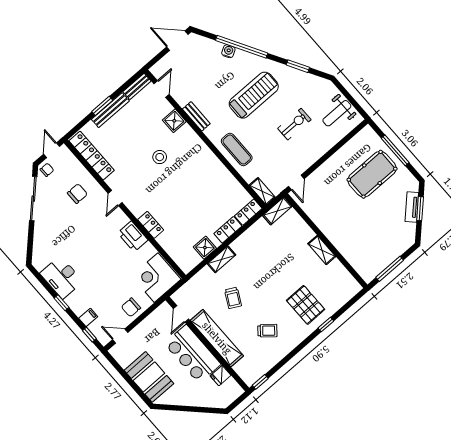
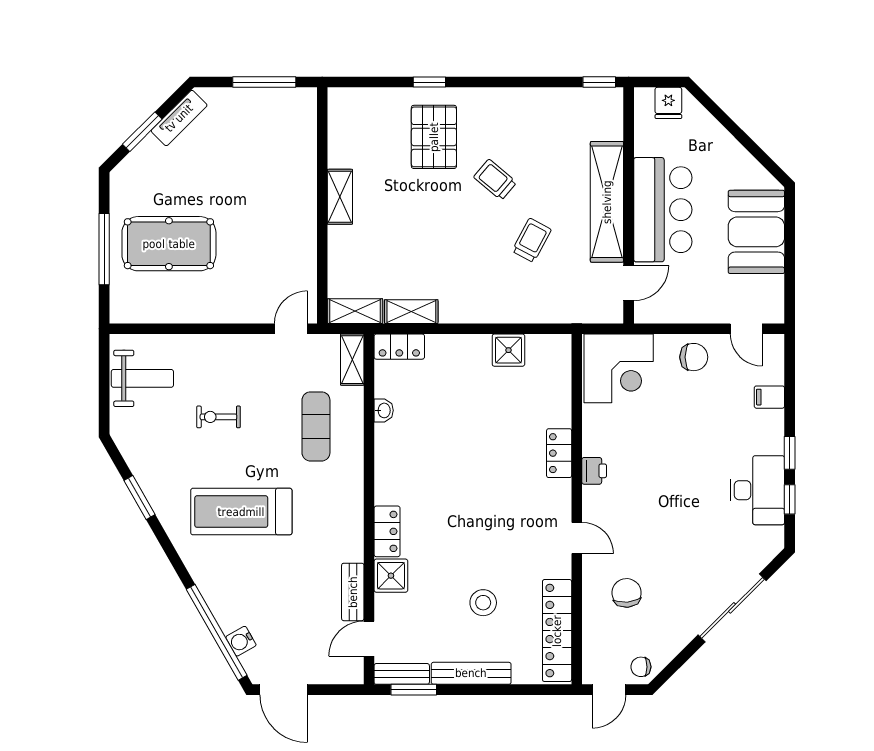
window: (242, 47) -> (217, 632), moved
water cooler: (228, 51) -> (241, 641), moved
window: (102, 106) -> (414, 690), moved
bench: (196, 116) -> (353, 592), moved
exercise bike: (294, 124) -> (218, 417), width x0.73, depth x0.72
exercise mat: (237, 150) -> (316, 426), moved
stool: (160, 157) -> (483, 603), moved
washbasin: (233, 182) -> (384, 410), added
chair: (77, 194) -> (627, 593), turned 85
door: (115, 198) -> (577, 538), hinge flipped
sliding door: (33, 199) -> (732, 608), moved
tv unit: (412, 207) -> (179, 118), moved
locker: (228, 230) -> (387, 531), moved, turned -90
printer: (133, 236) -> (594, 471), width x0.53, depth x0.68
shelving: (222, 259) -> (411, 312), moved
trolley: (267, 331) -> (495, 180), moved
window: (89, 335) -> (790, 499), moved
fridge: (220, 376) -> (668, 103), moved, turned 90

